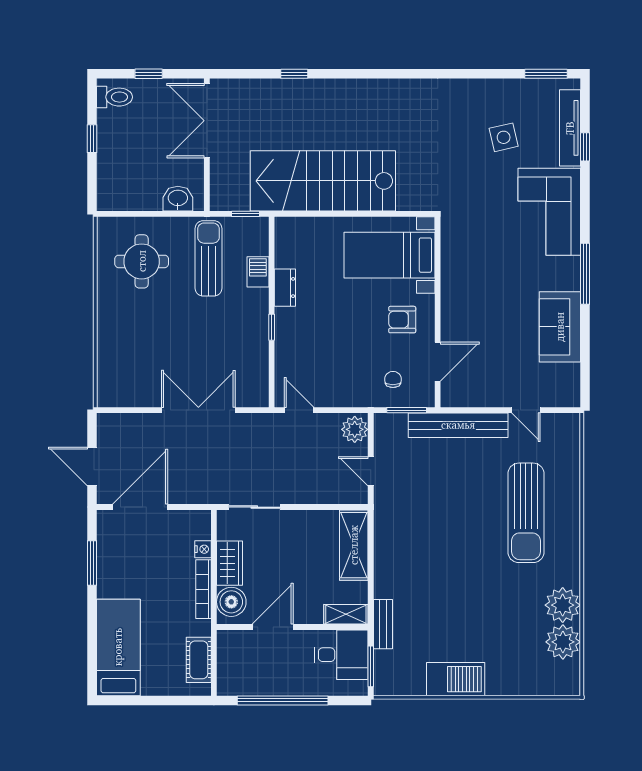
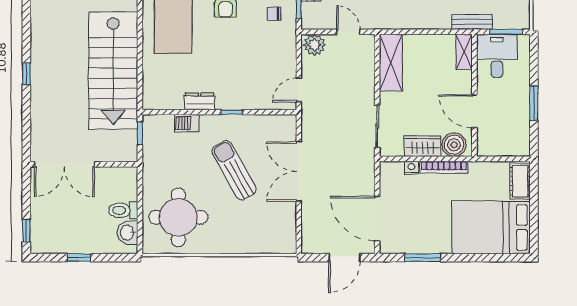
window: (149, 74) -> (26, 231), moved
window: (294, 74) -> (26, 74), moved
toilet: (114, 97) -> (123, 210), moved, turned -90
washbasin: (178, 199) -> (127, 233), moved
sun lounger: (208, 258) -> (234, 170), moved, turned 61
round table: (142, 261) -> (178, 217), width x1.36, depth x1.36
door: (371, 471) -> (348, 32), swing flipped
shelving: (354, 545) -> (391, 63), moved, turned 90
bed: (118, 647) -> (491, 227), width x1.50
cot: (199, 660) -> (520, 181), moved, turned 90
window: (283, 700) -> (534, 103), width x0.47

